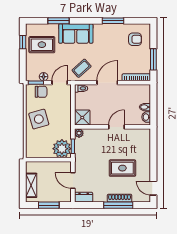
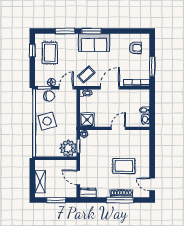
window: (113, 21) -> (91, 31), moved
sofa: (76, 34) -> (94, 43), moved
rug: (42, 45) -> (50, 53), turned 90

